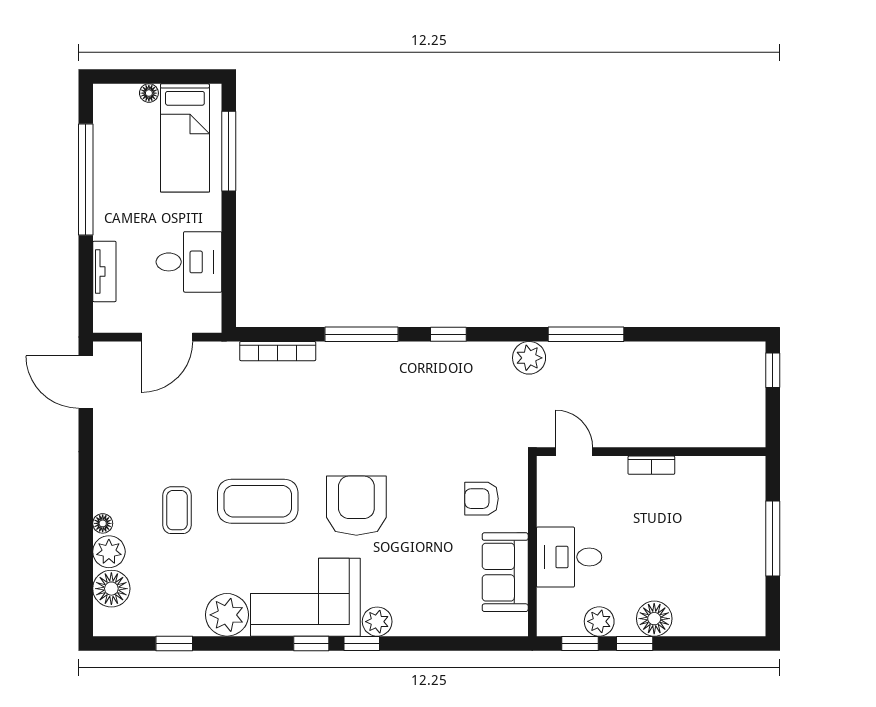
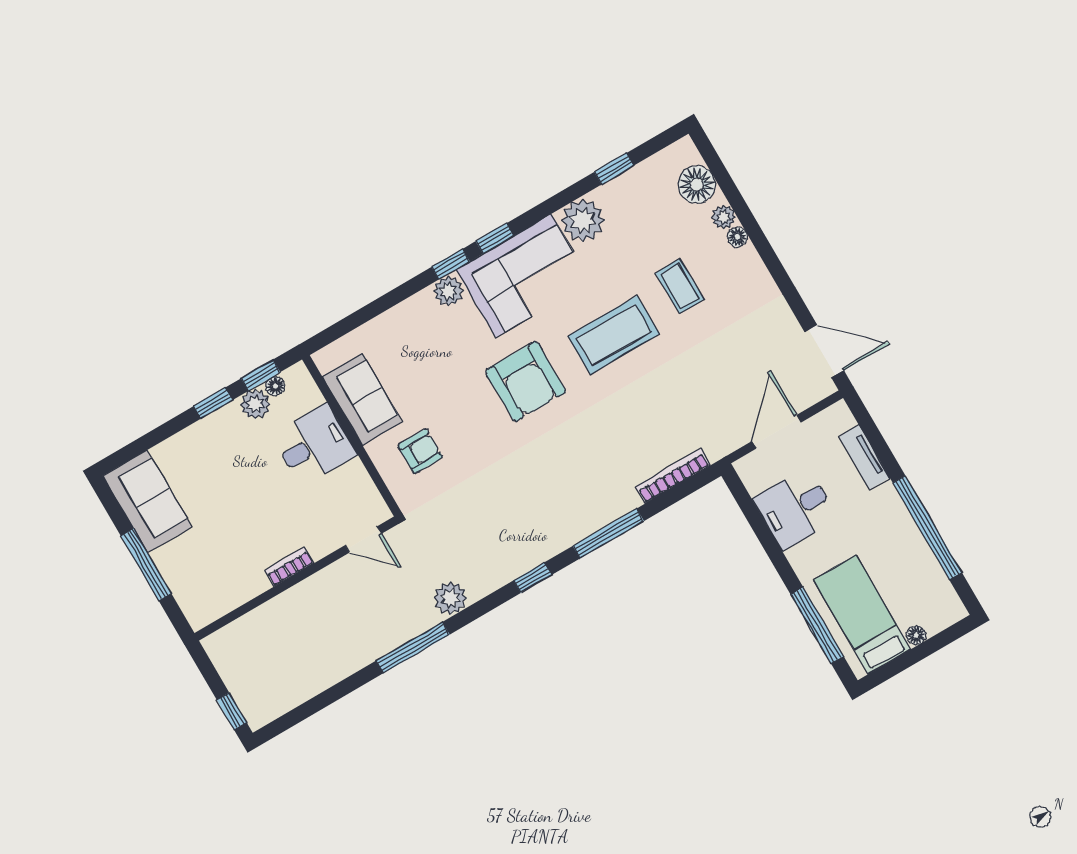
plant: (109, 552) -> (724, 217), width x0.73, depth x0.73
sofa: (740, 592) -> (147, 501), added
floor lamp: (654, 619) -> (275, 386), moved, width x0.53, depth x0.53

